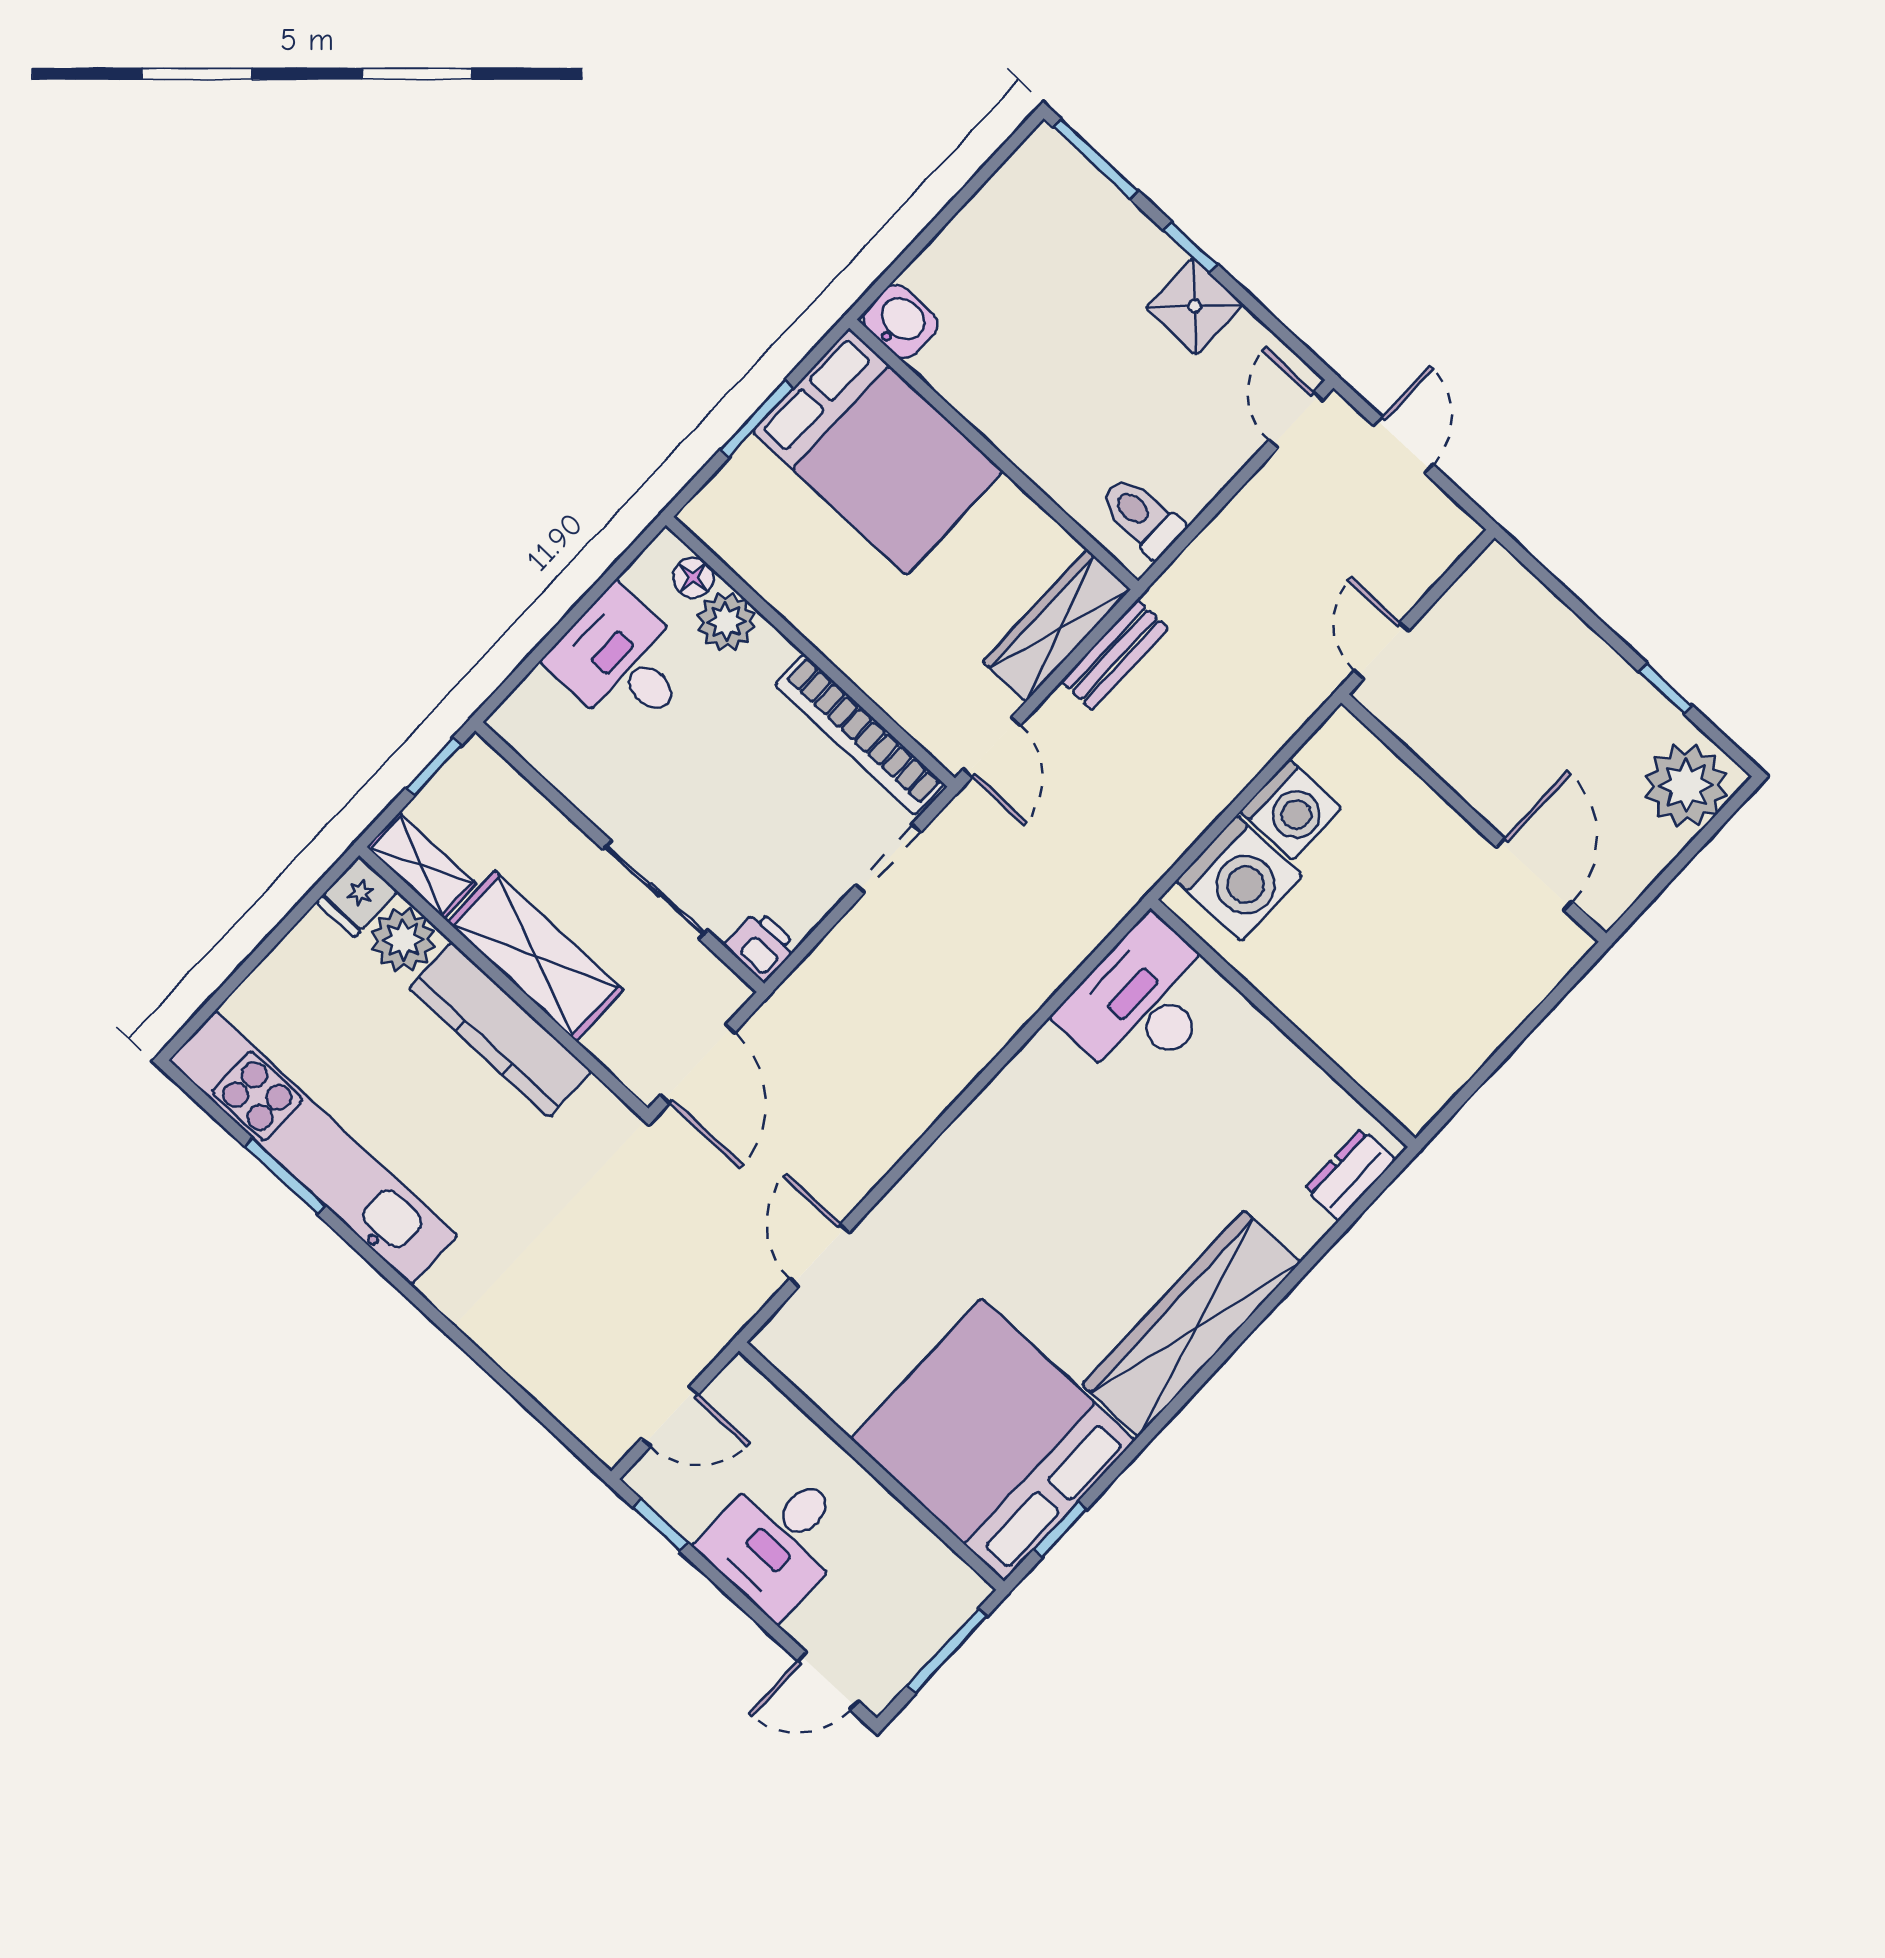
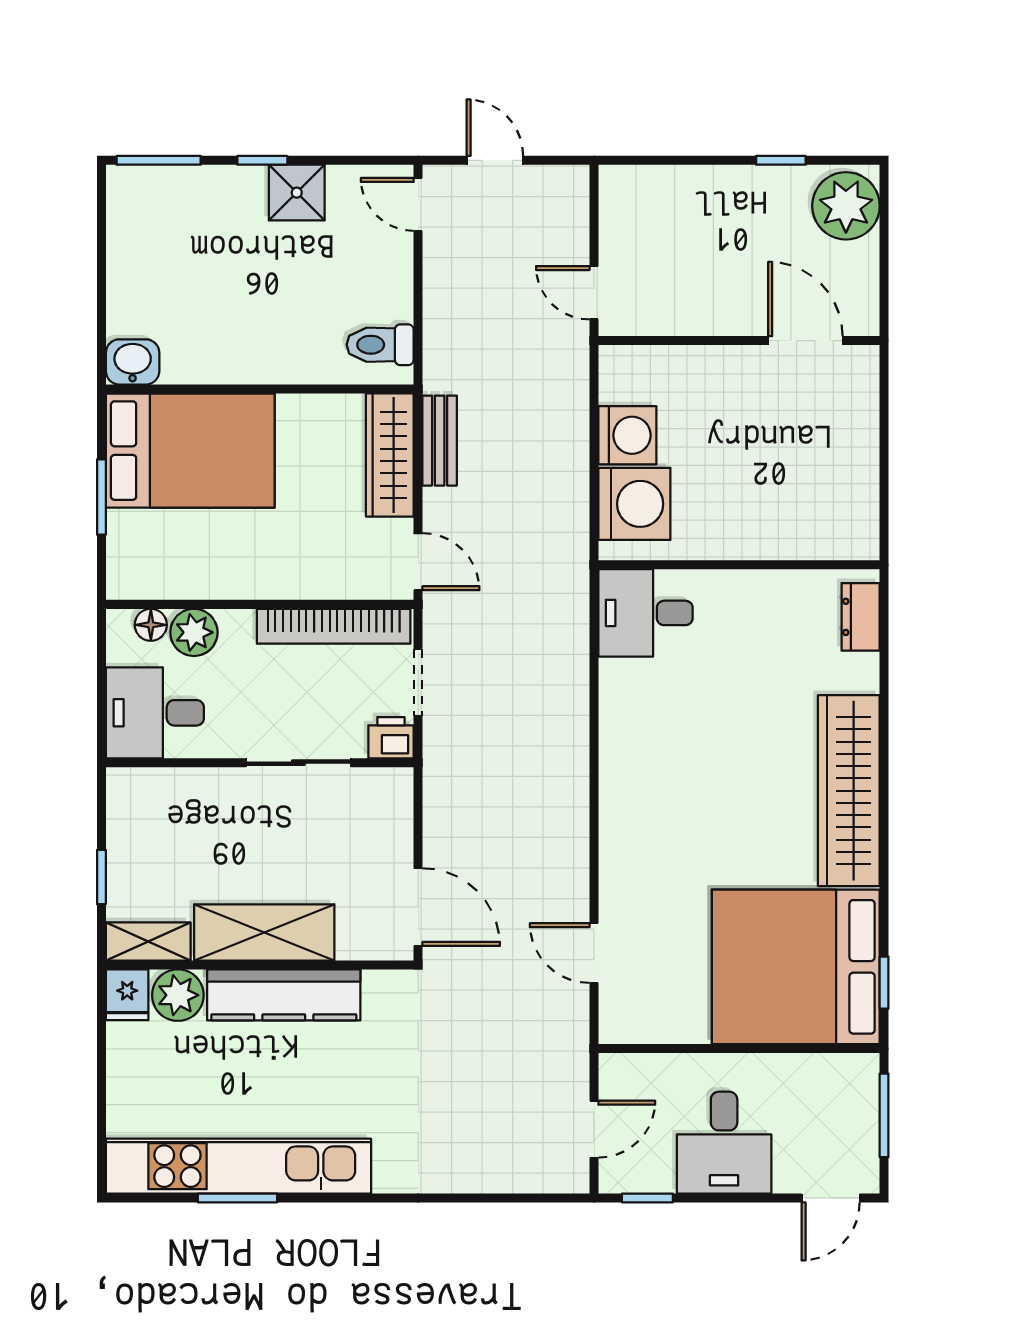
wall: (620, 857) -> (260, 763), moved
sliding door: (655, 890) -> (298, 763), moved
printer: (761, 946) -> (391, 738), moved
desk: (1142, 1003) -> (645, 613), width x0.73

